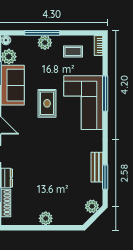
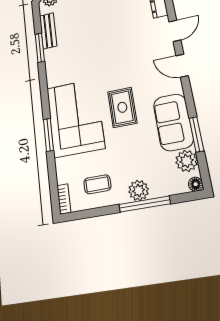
window: (105, 94) -> (48, 135), width x0.69
bench: (97, 167) -> (48, 31), moved
window: (105, 177) -> (40, 48), moved

